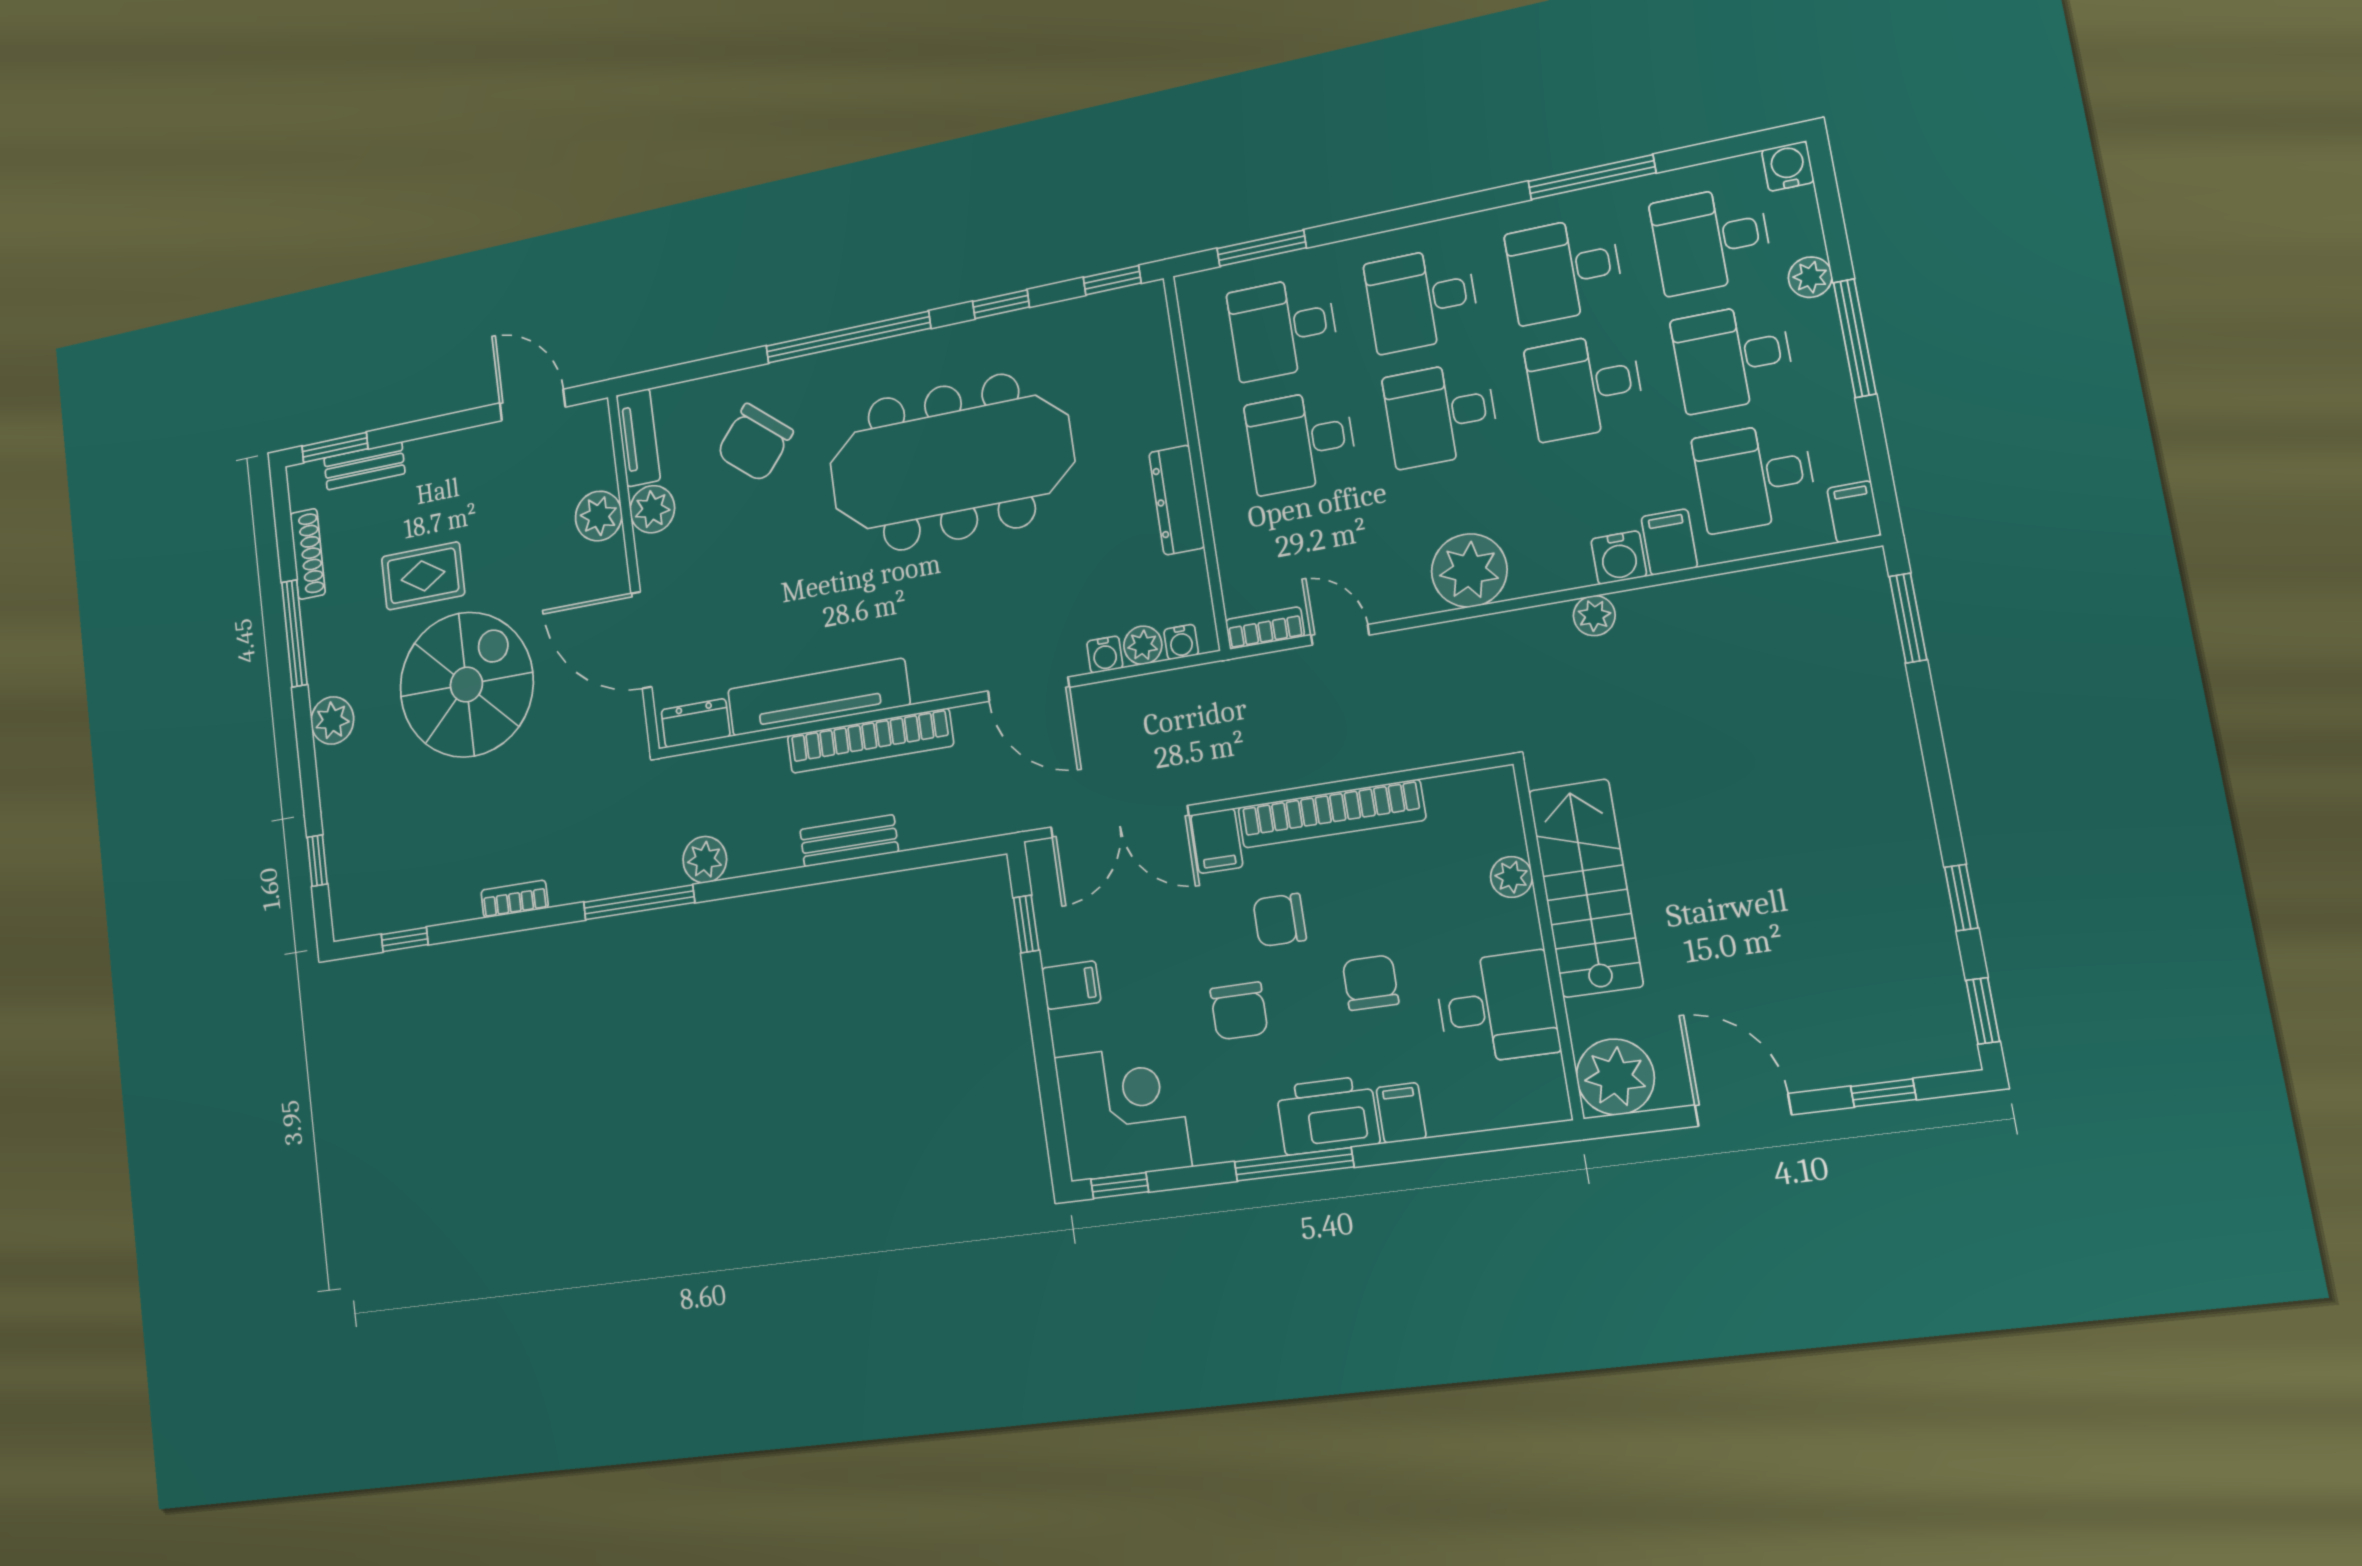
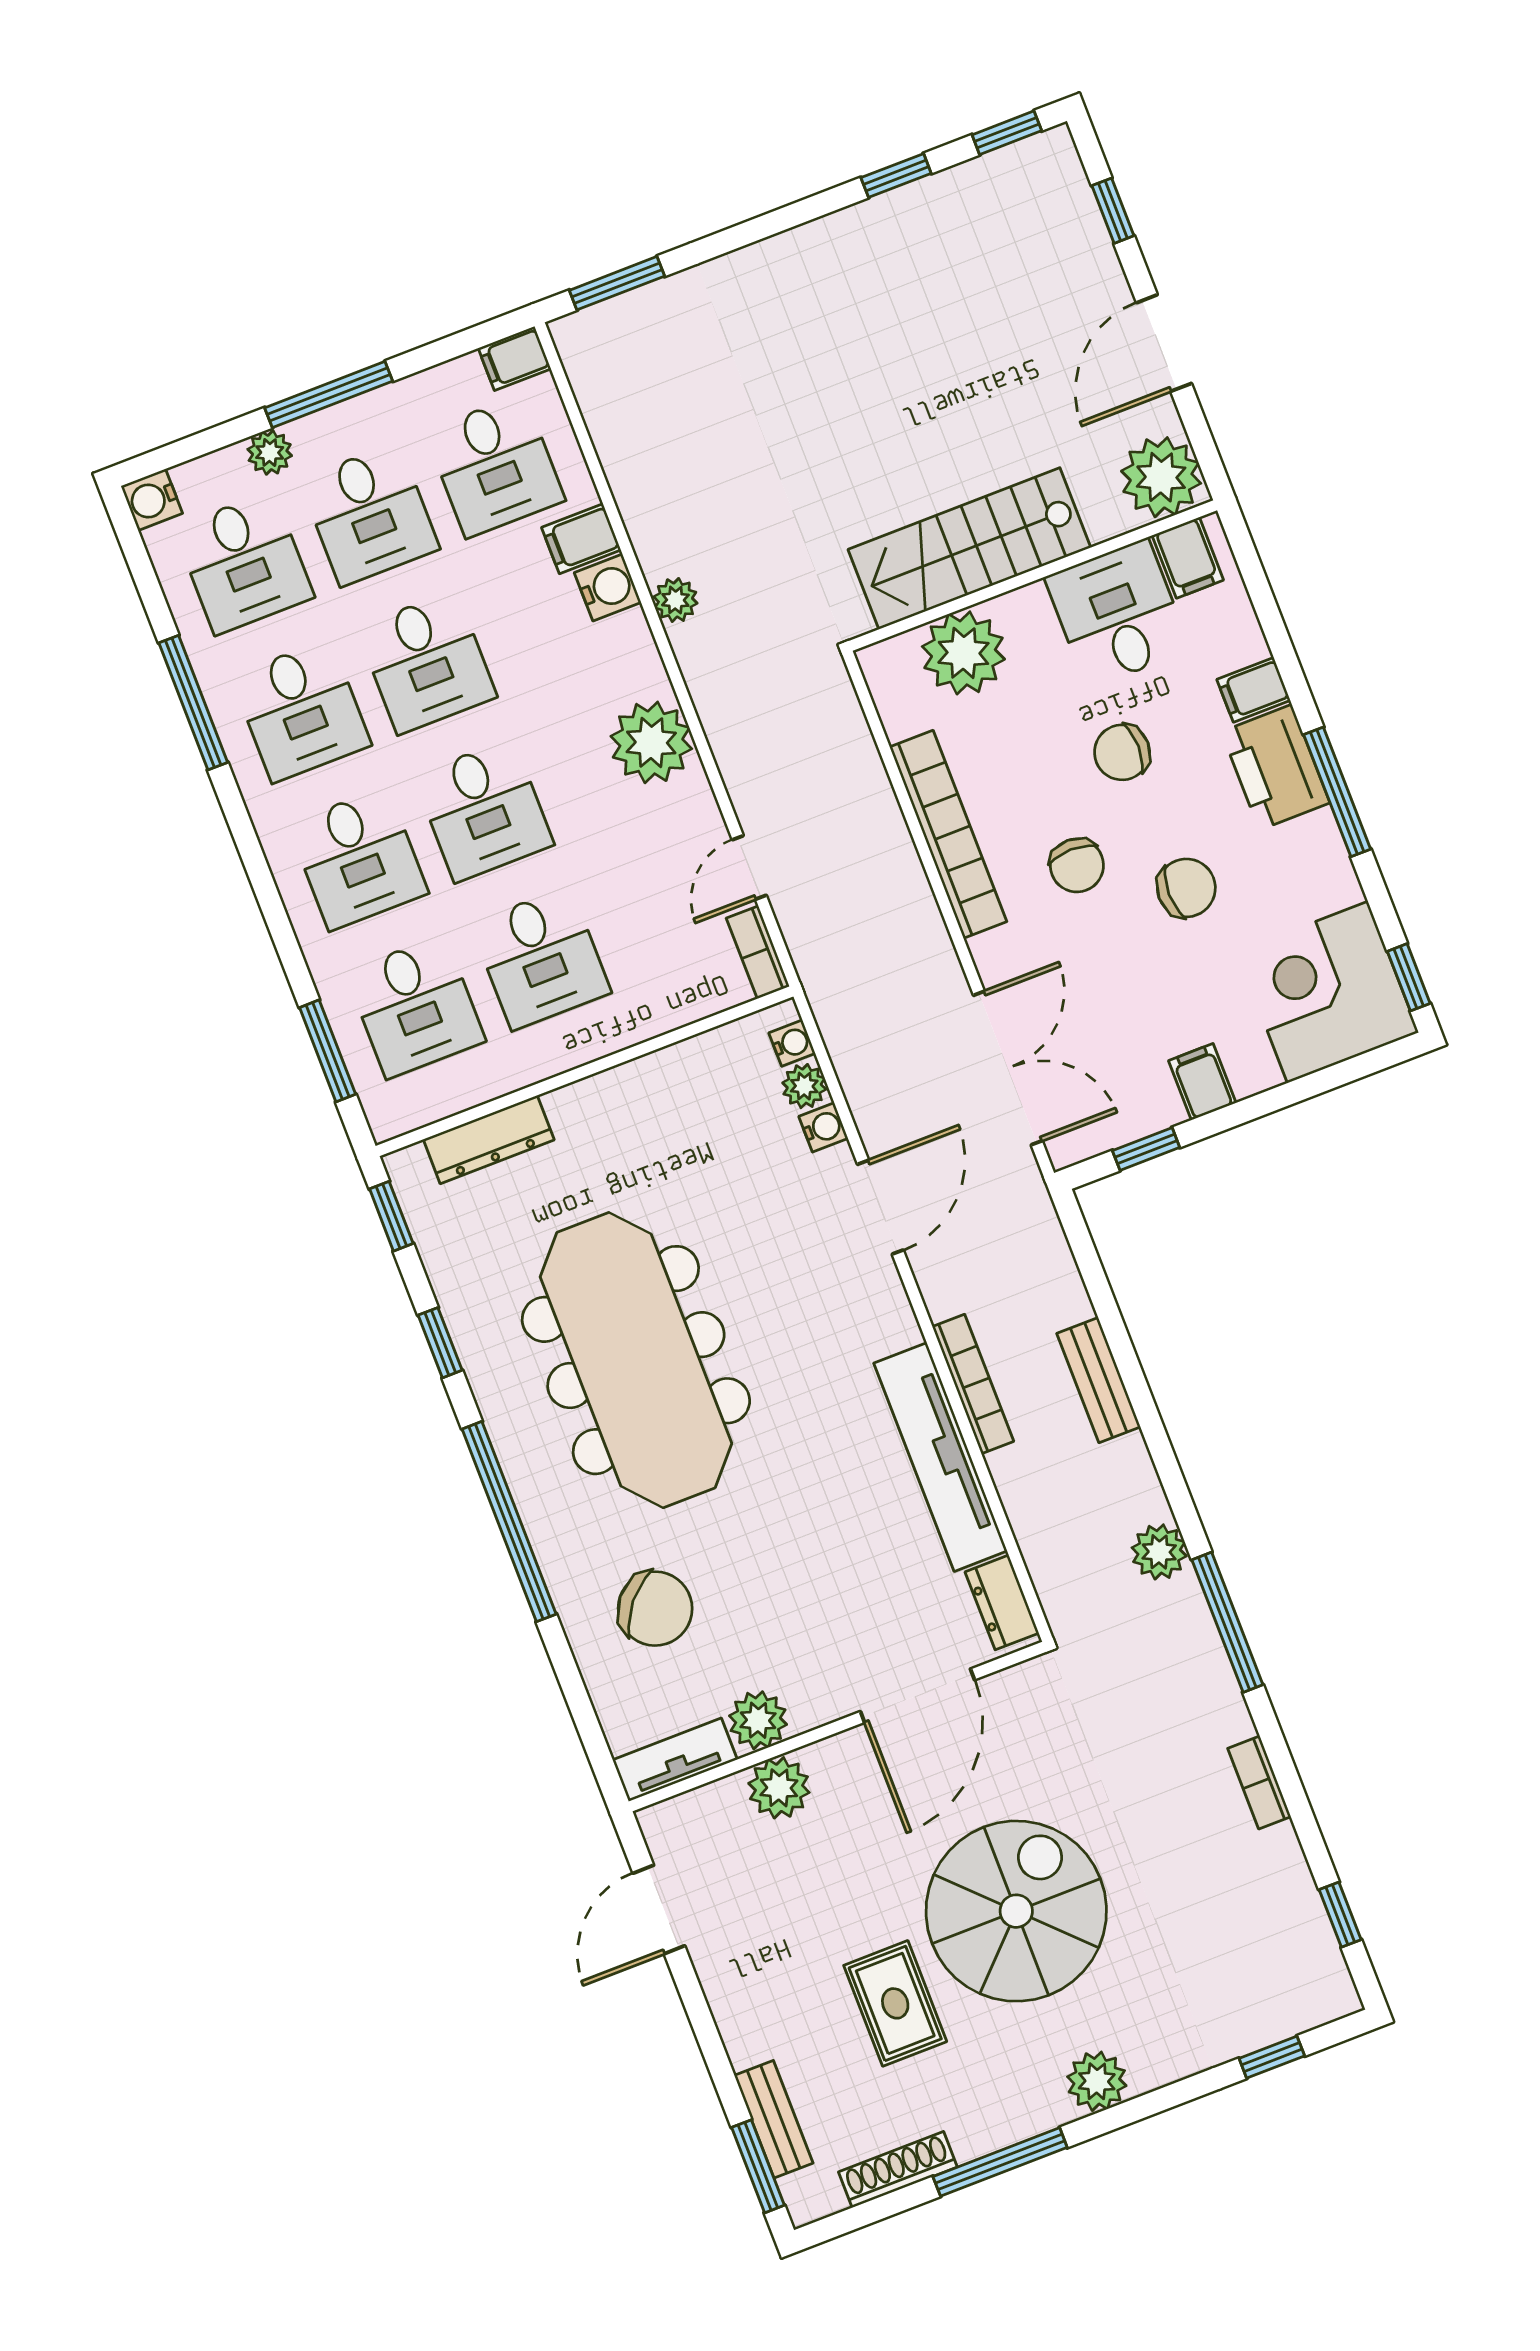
dresser: (1177, 500) -> (489, 1140), moved
spiral stairs: (466, 685) -> (1016, 1911), turned 90
bookcase: (870, 741) -> (973, 1384), width x0.68, depth x0.76
filing cabinet: (1217, 841) -> (1188, 558), moved, turned 90
plant: (1512, 877) -> (963, 653), width x1.88, depth x1.88

